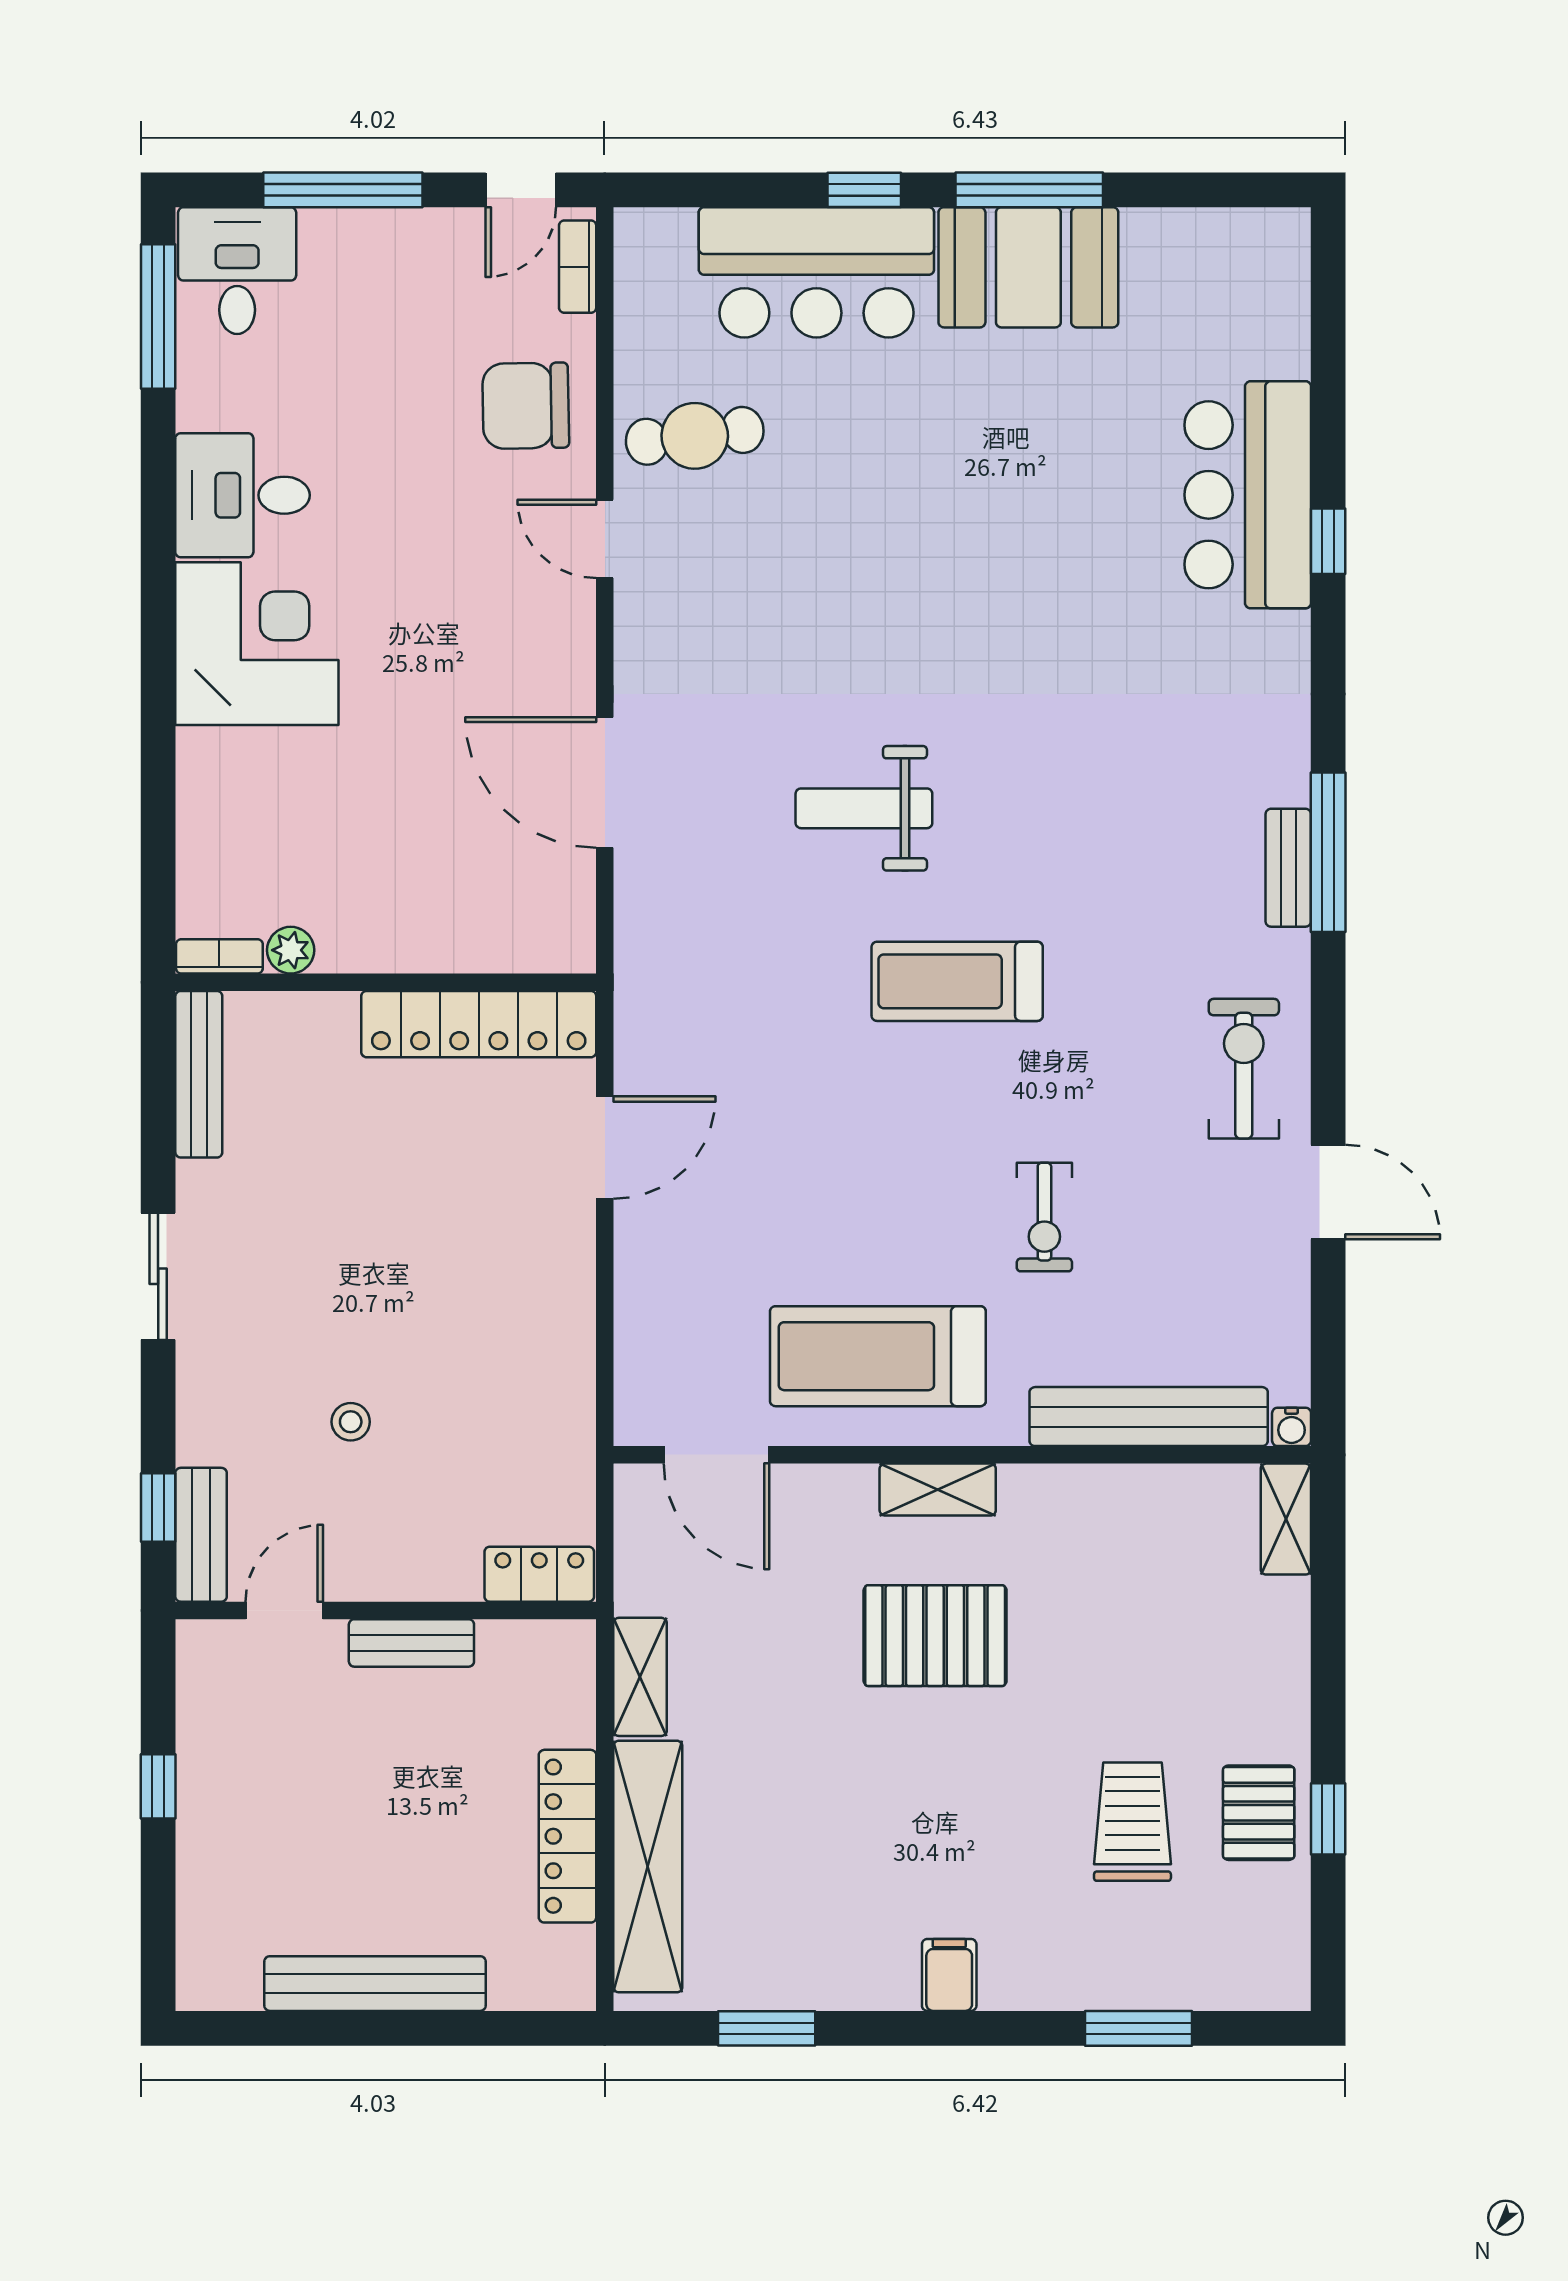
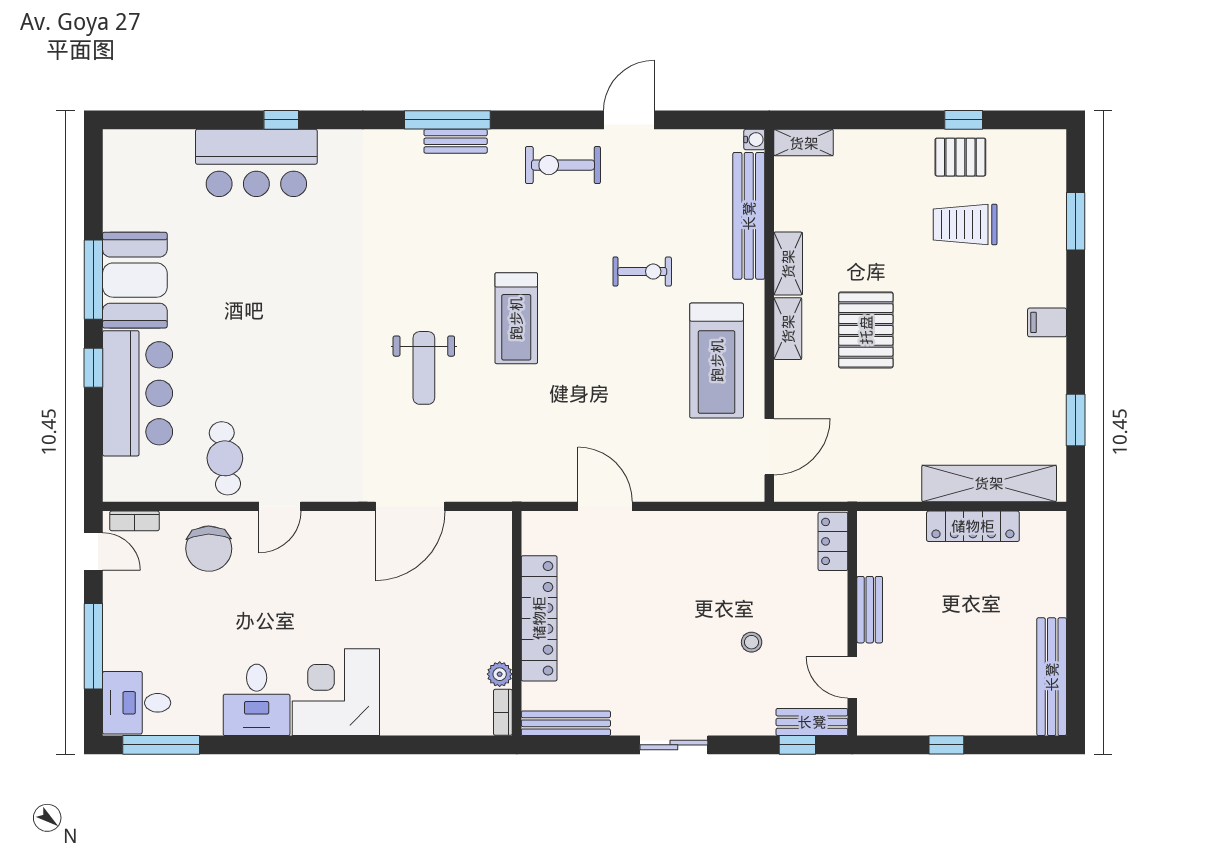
locker: (479, 1024) -> (539, 618), moved
shelving: (640, 1677) -> (788, 264), moved, turned 90
bench: (375, 1984) -> (1052, 677), moved

